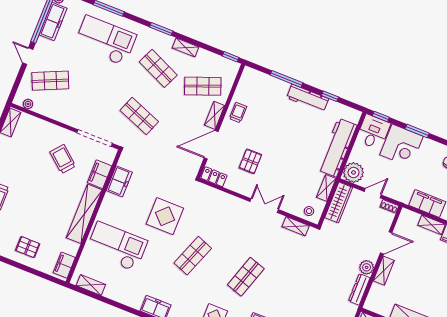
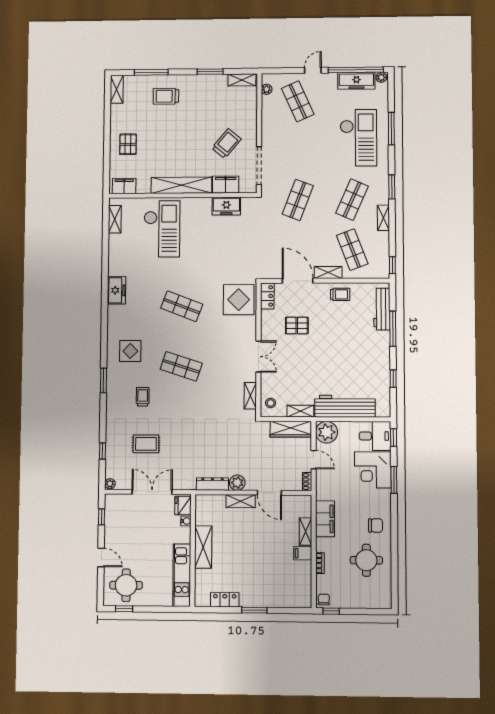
workbench: (308, 98) -> (382, 309), moved
display table: (165, 216) -> (239, 300), moved

